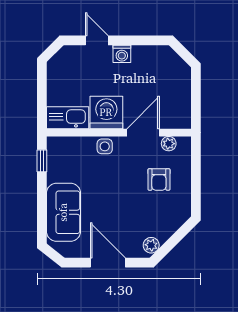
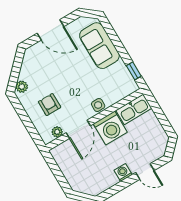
plant: (151, 245) -> (22, 87), moved

